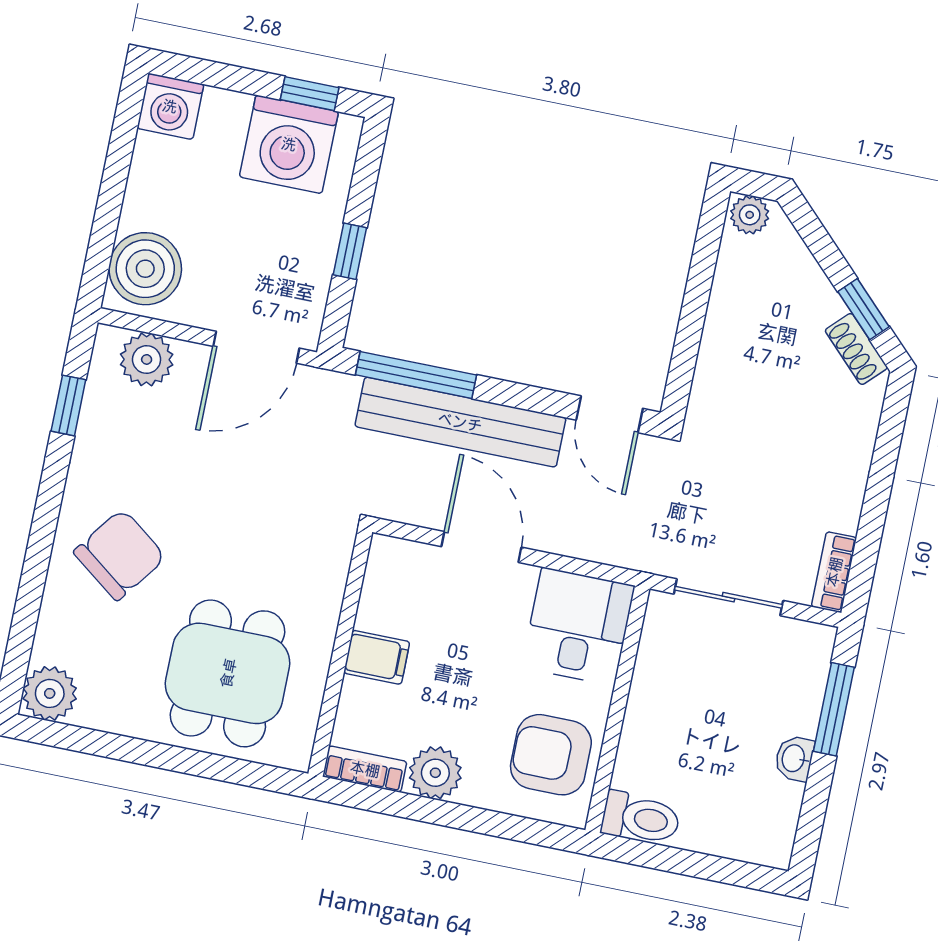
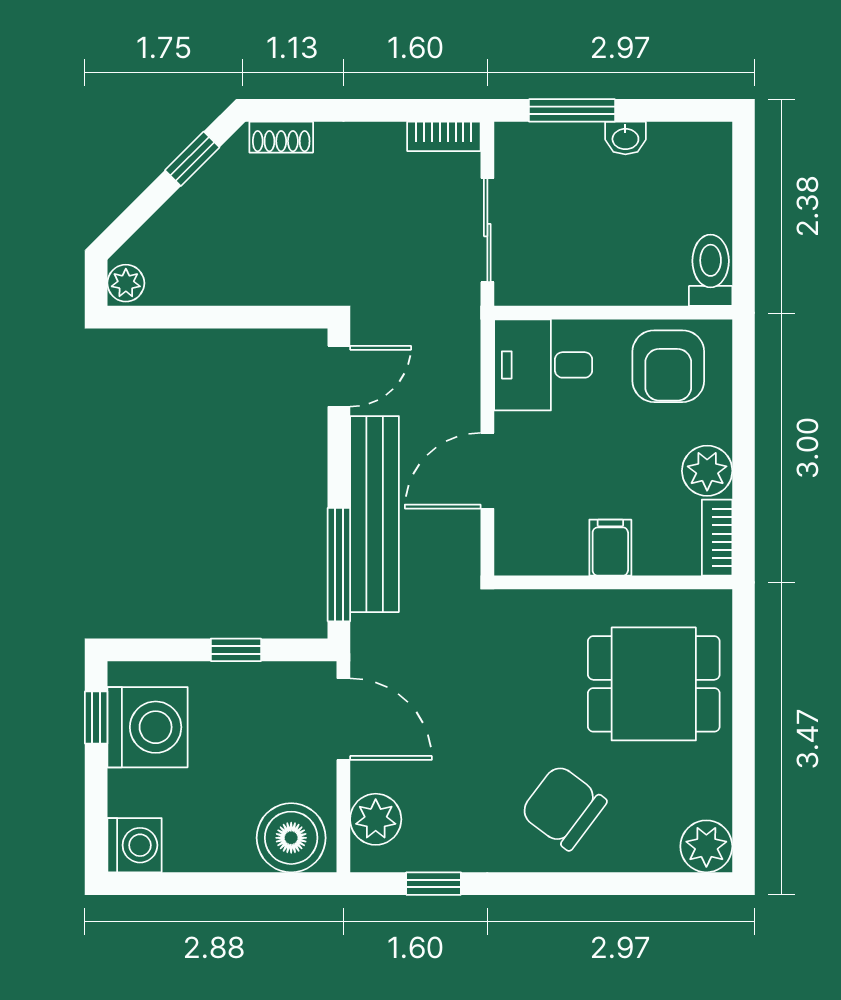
shoe rack: (856, 349) -> (281, 137), moved, turned 45

